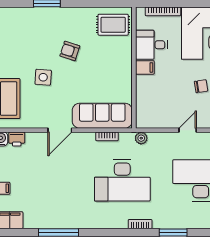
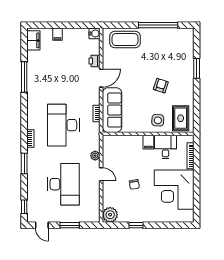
side table: (43, 77) -> (158, 120), moved
door: (60, 130) -> (101, 78), swing flipped
plant: (141, 138) -> (95, 156), moved
printer: (17, 139) -> (94, 61), moved

